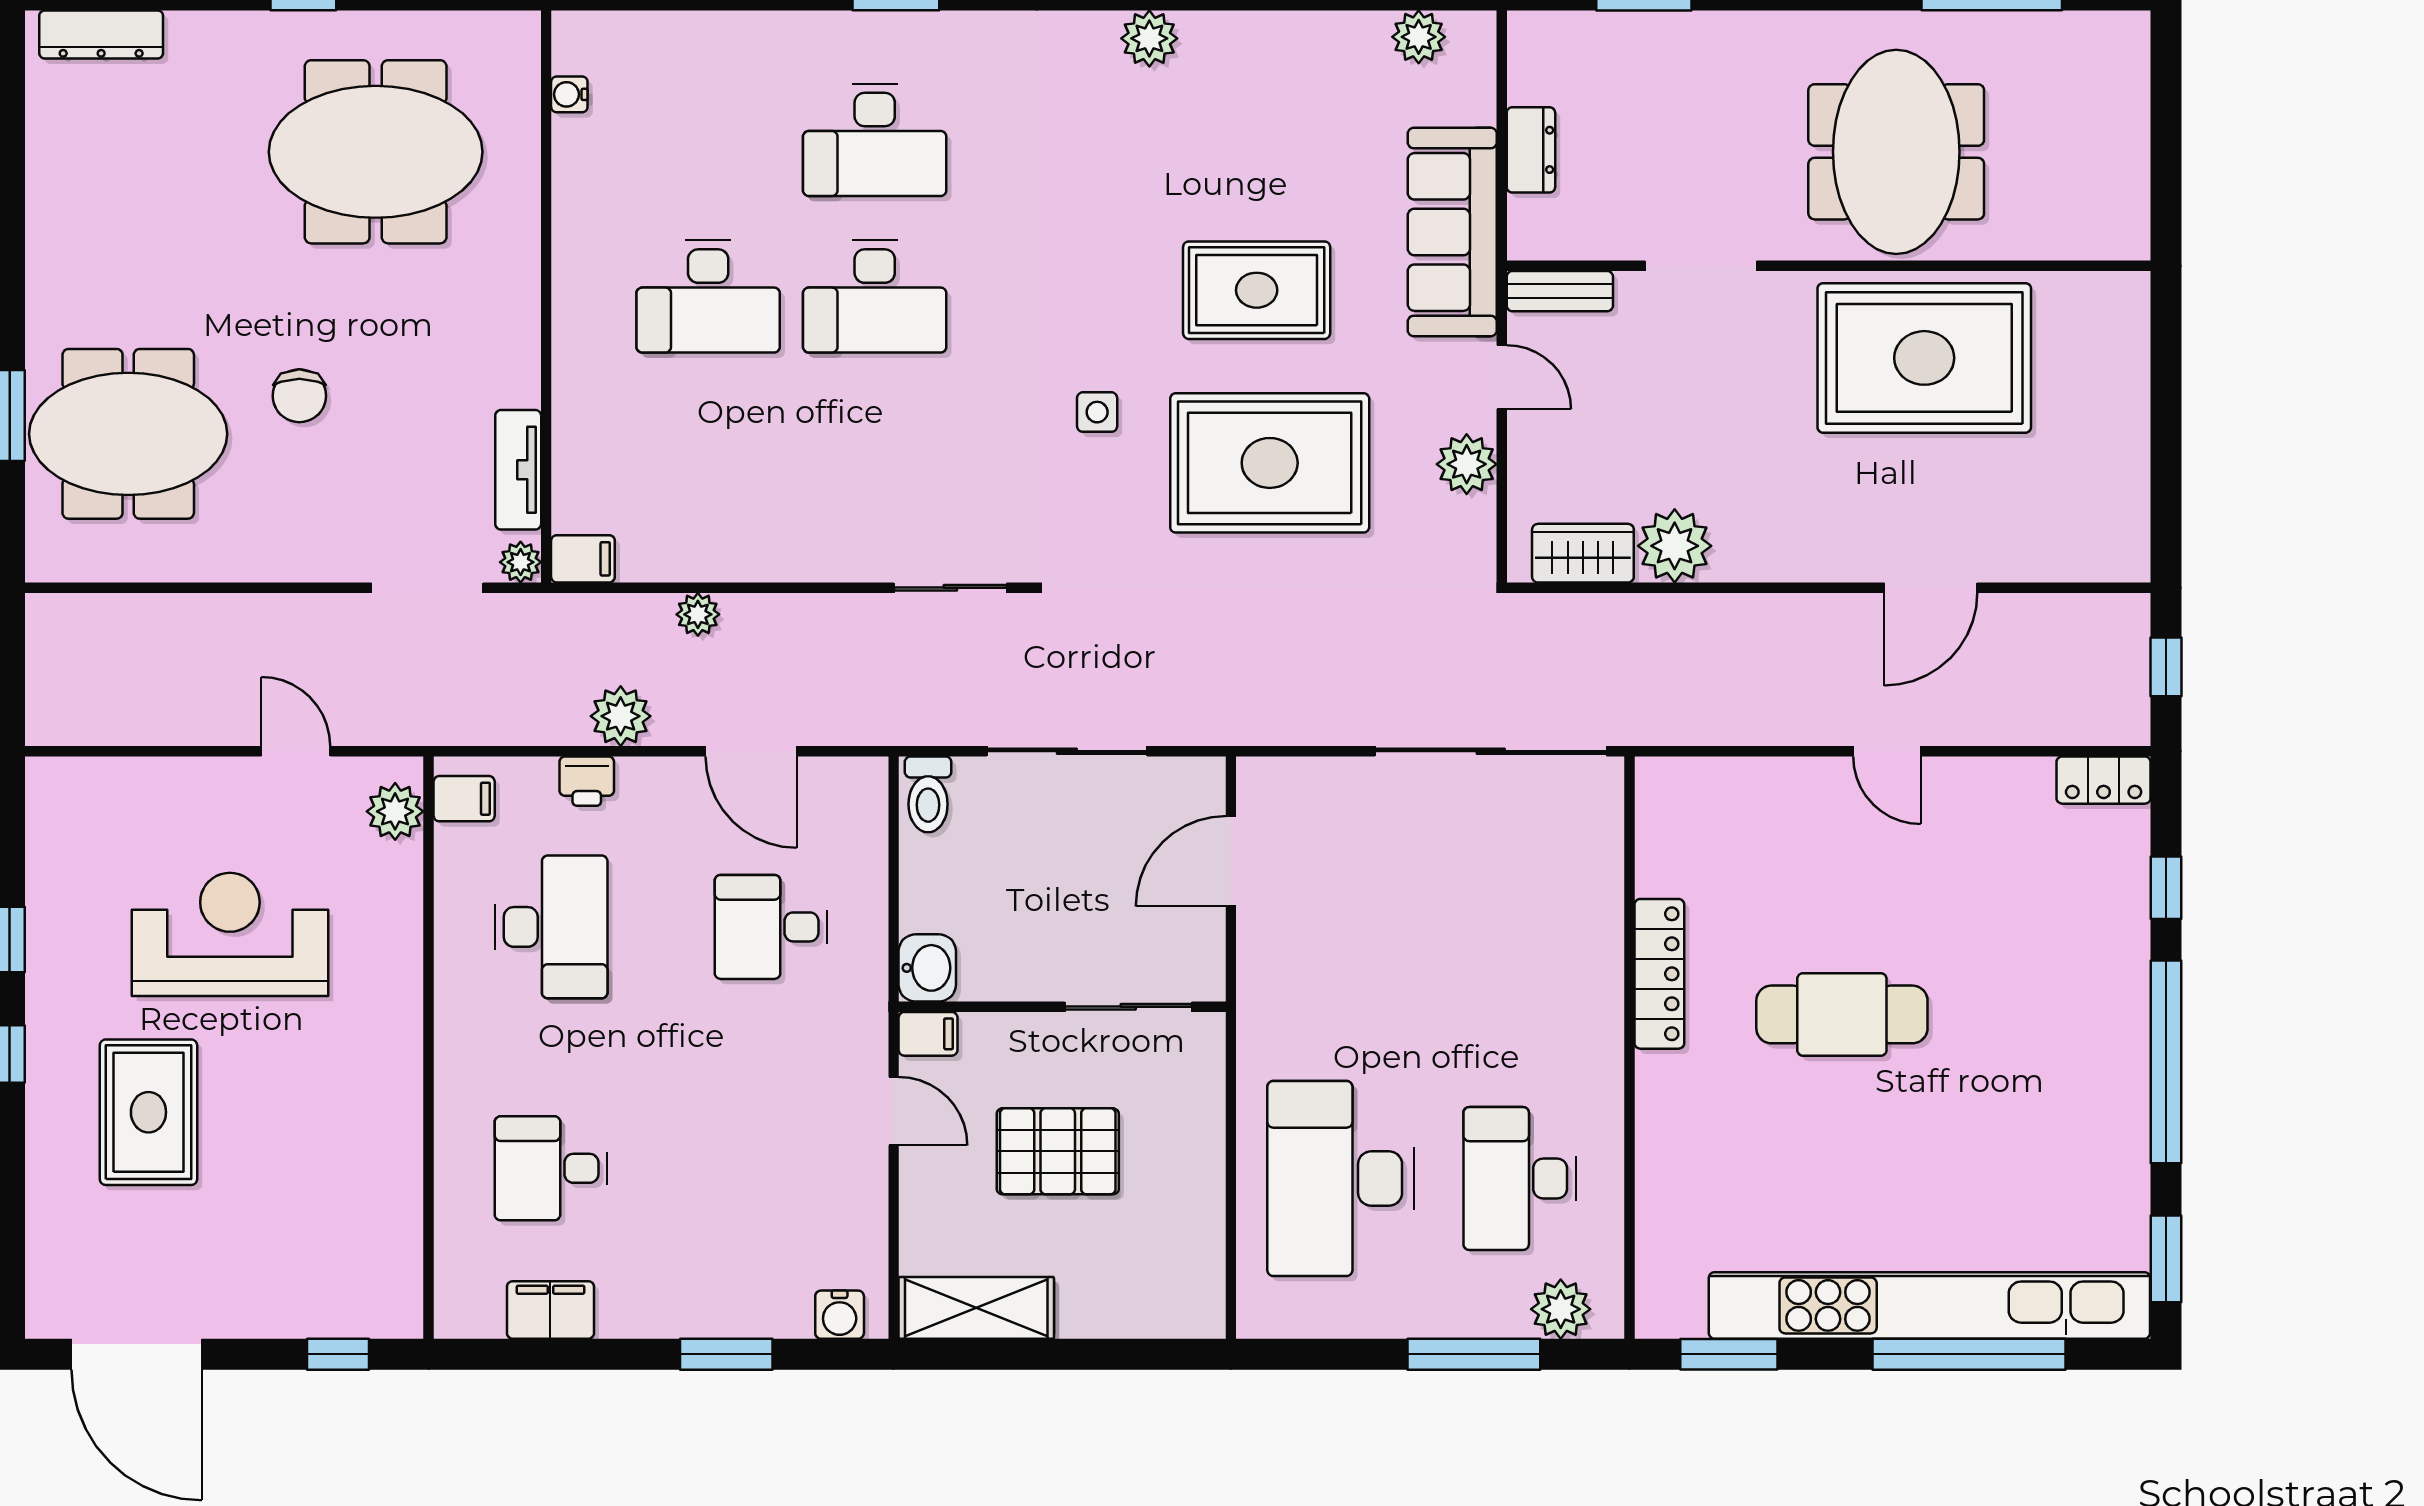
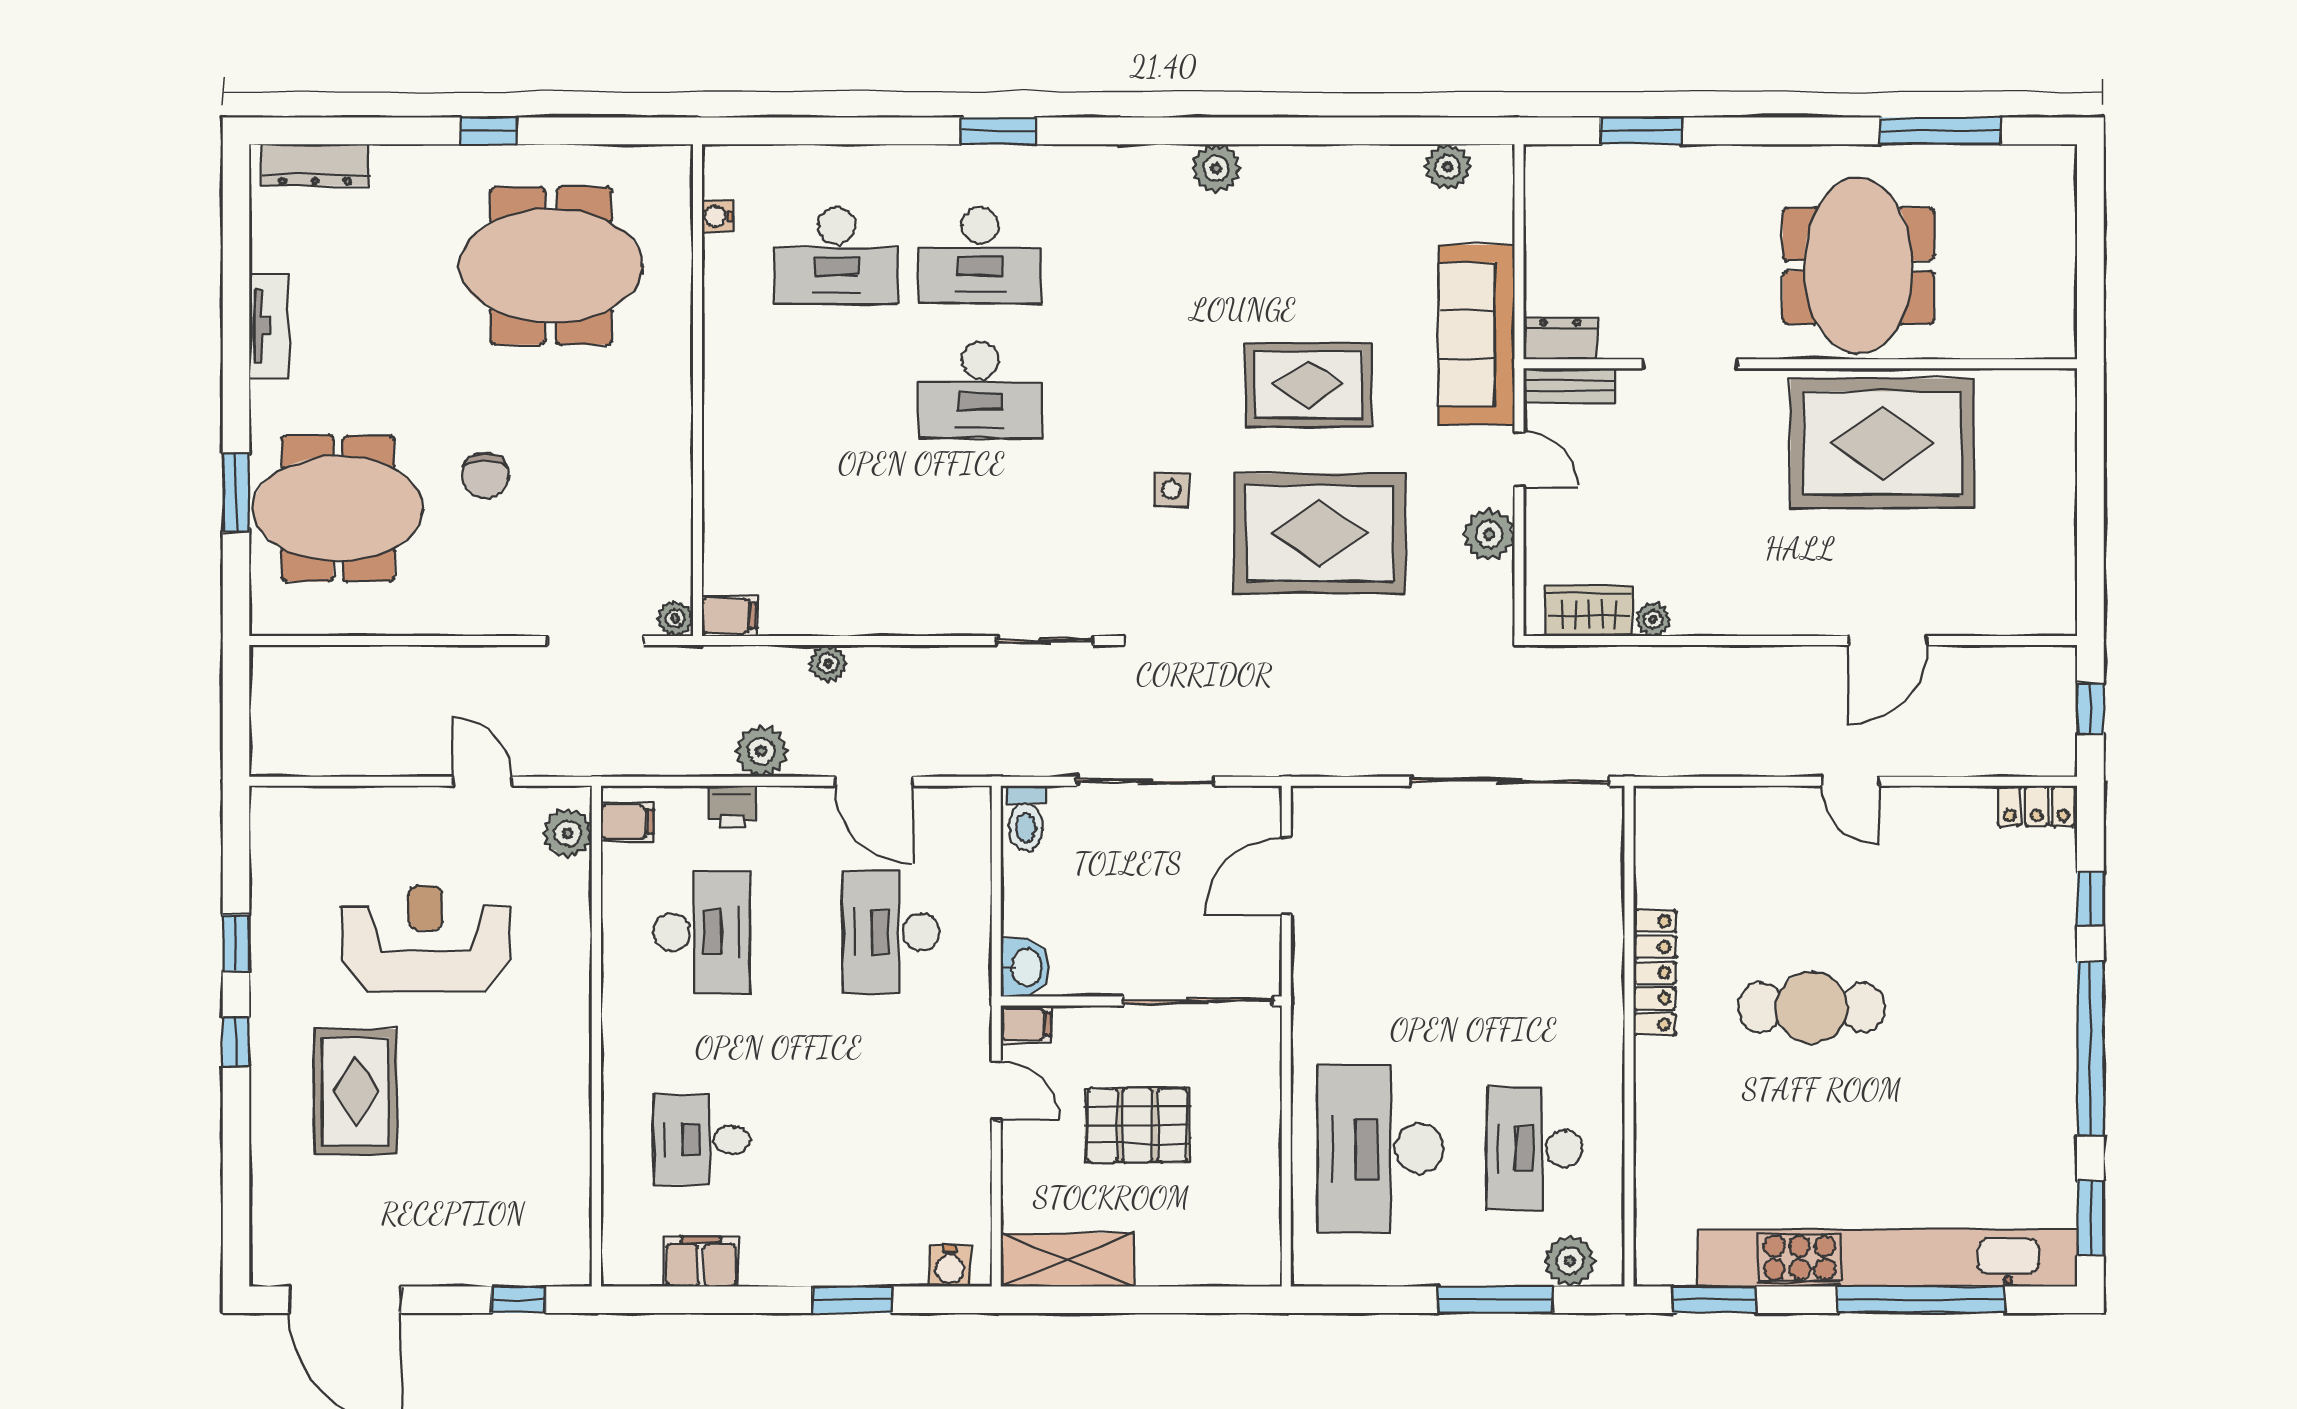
dresser: (1531, 150) -> (1560, 339), moved, turned -90
desk: (708, 296) -> (837, 256), moved
tv unit: (518, 470) -> (269, 326), moved, turned 180
plant: (1675, 546) -> (1653, 619), width x0.53, depth x0.53
desk: (771, 927) -> (891, 932), width x1.37
sliding door: (1128, 1007) -> (1198, 1001), width x1.37

